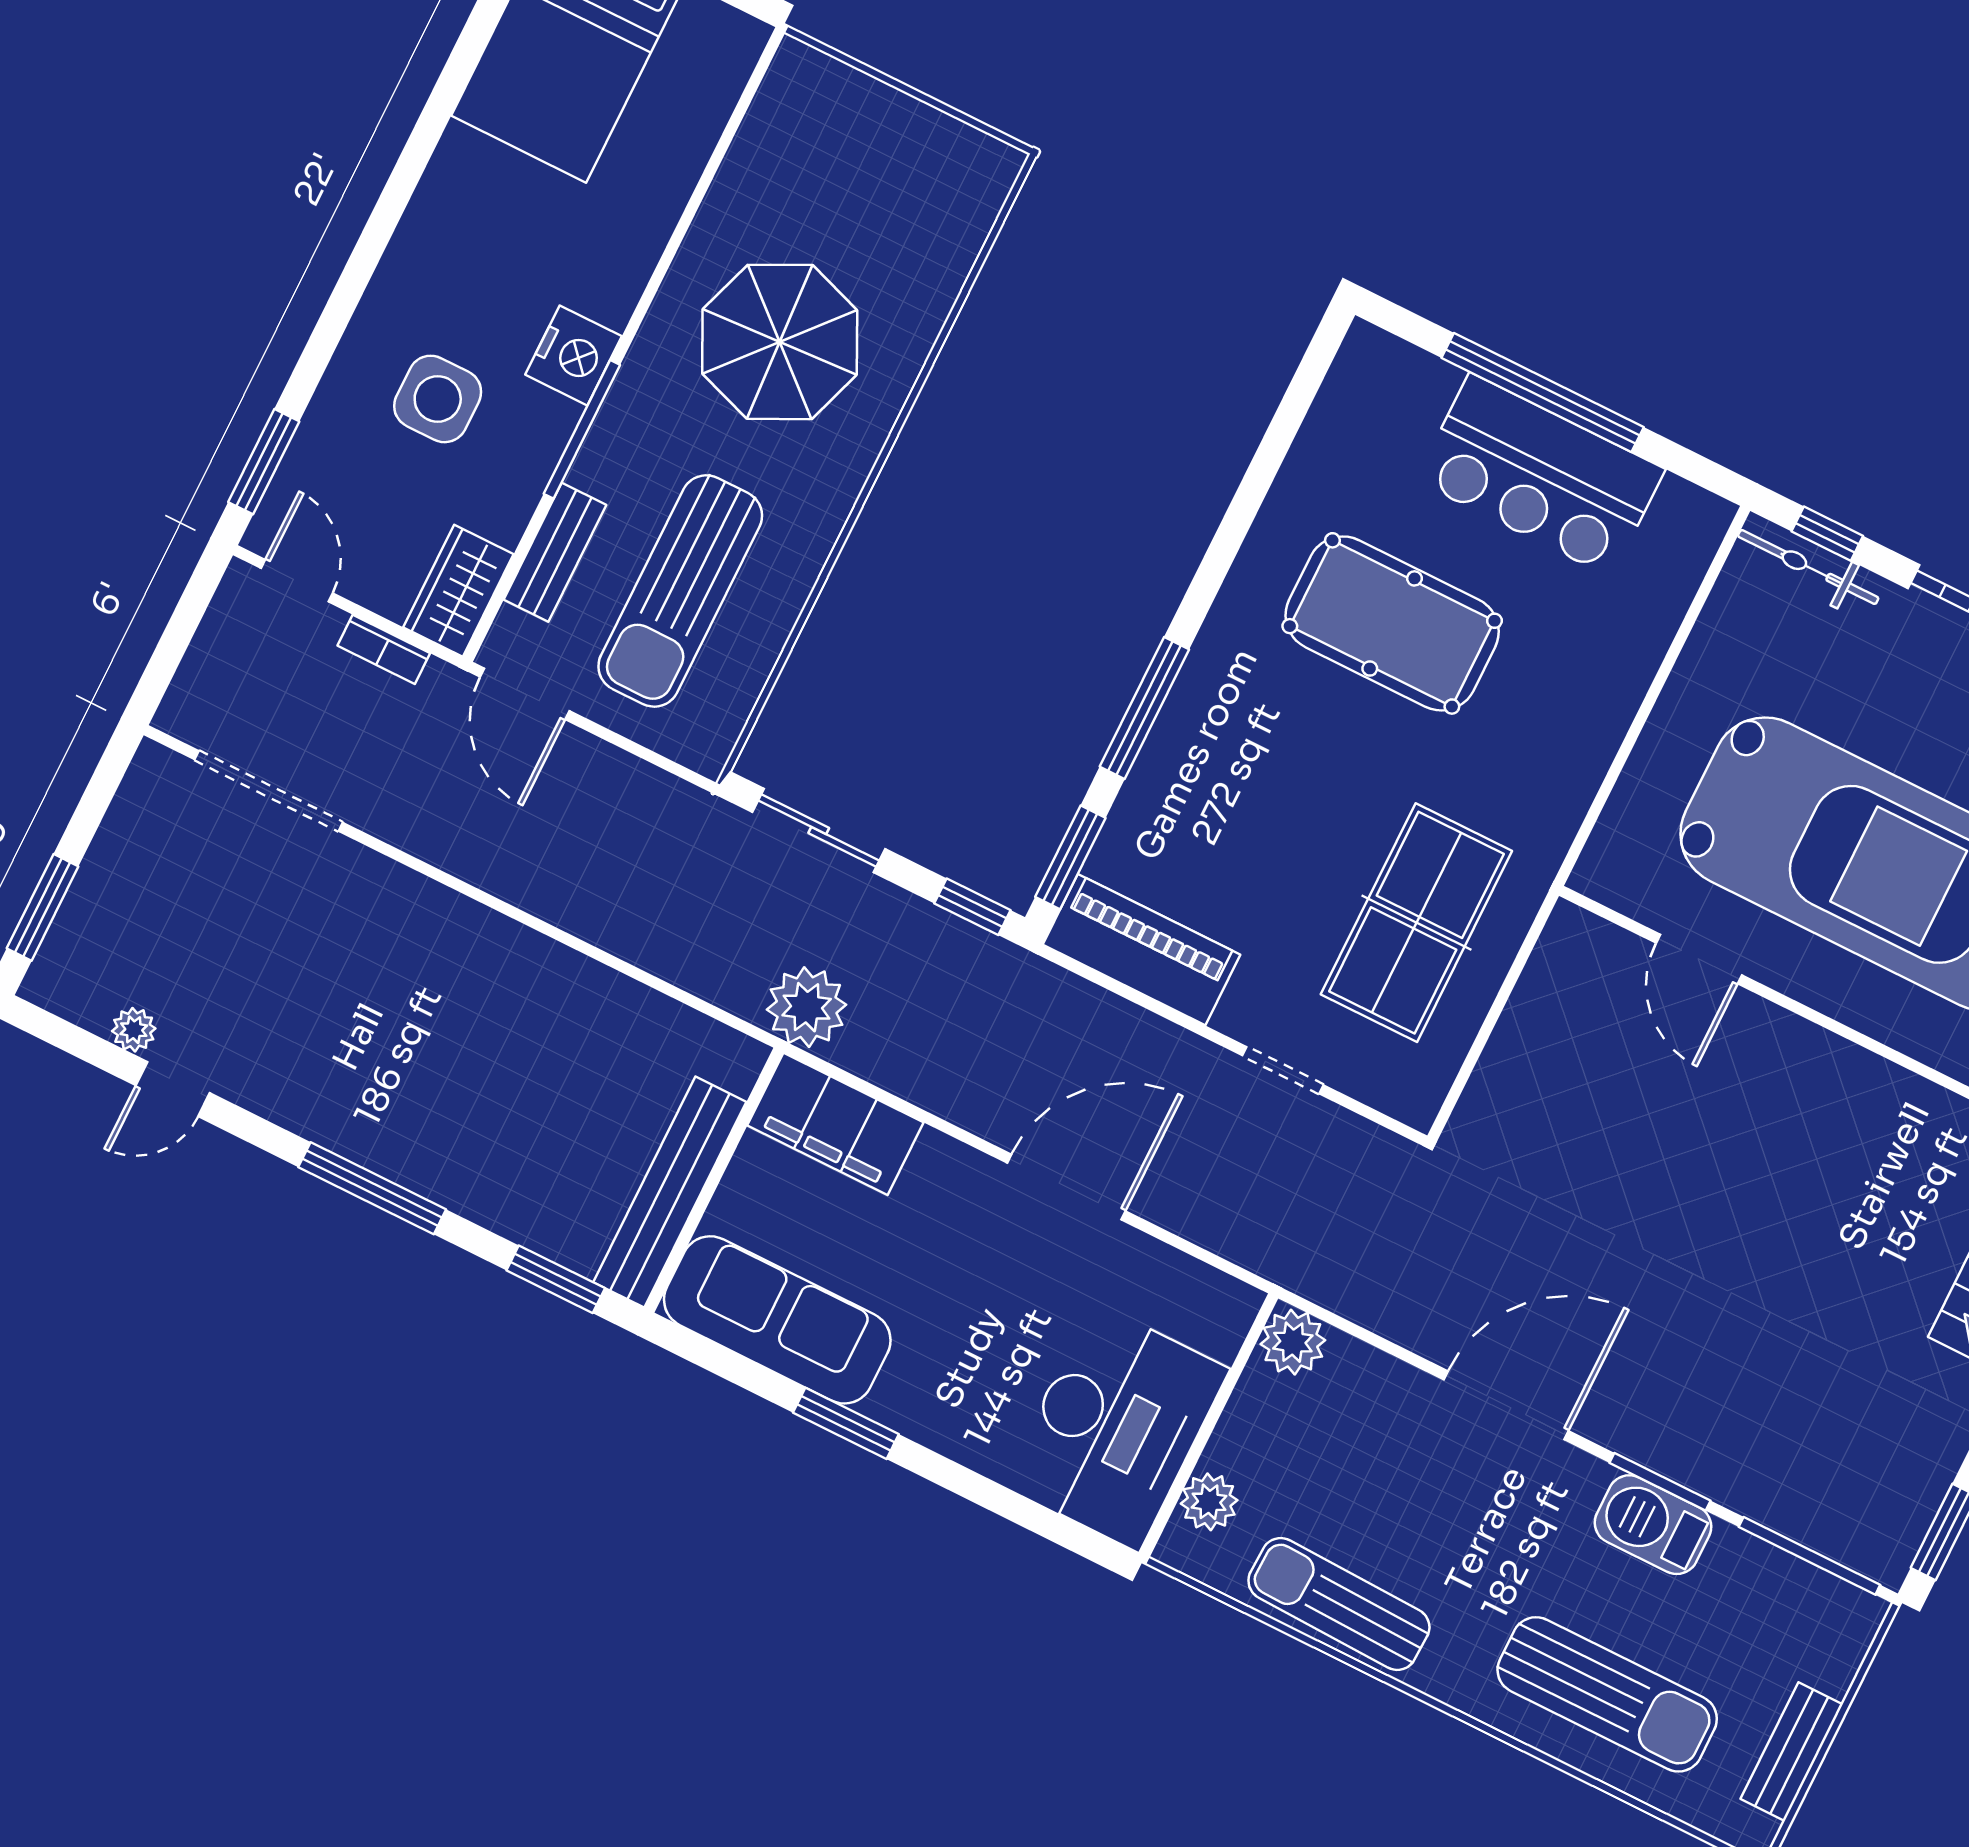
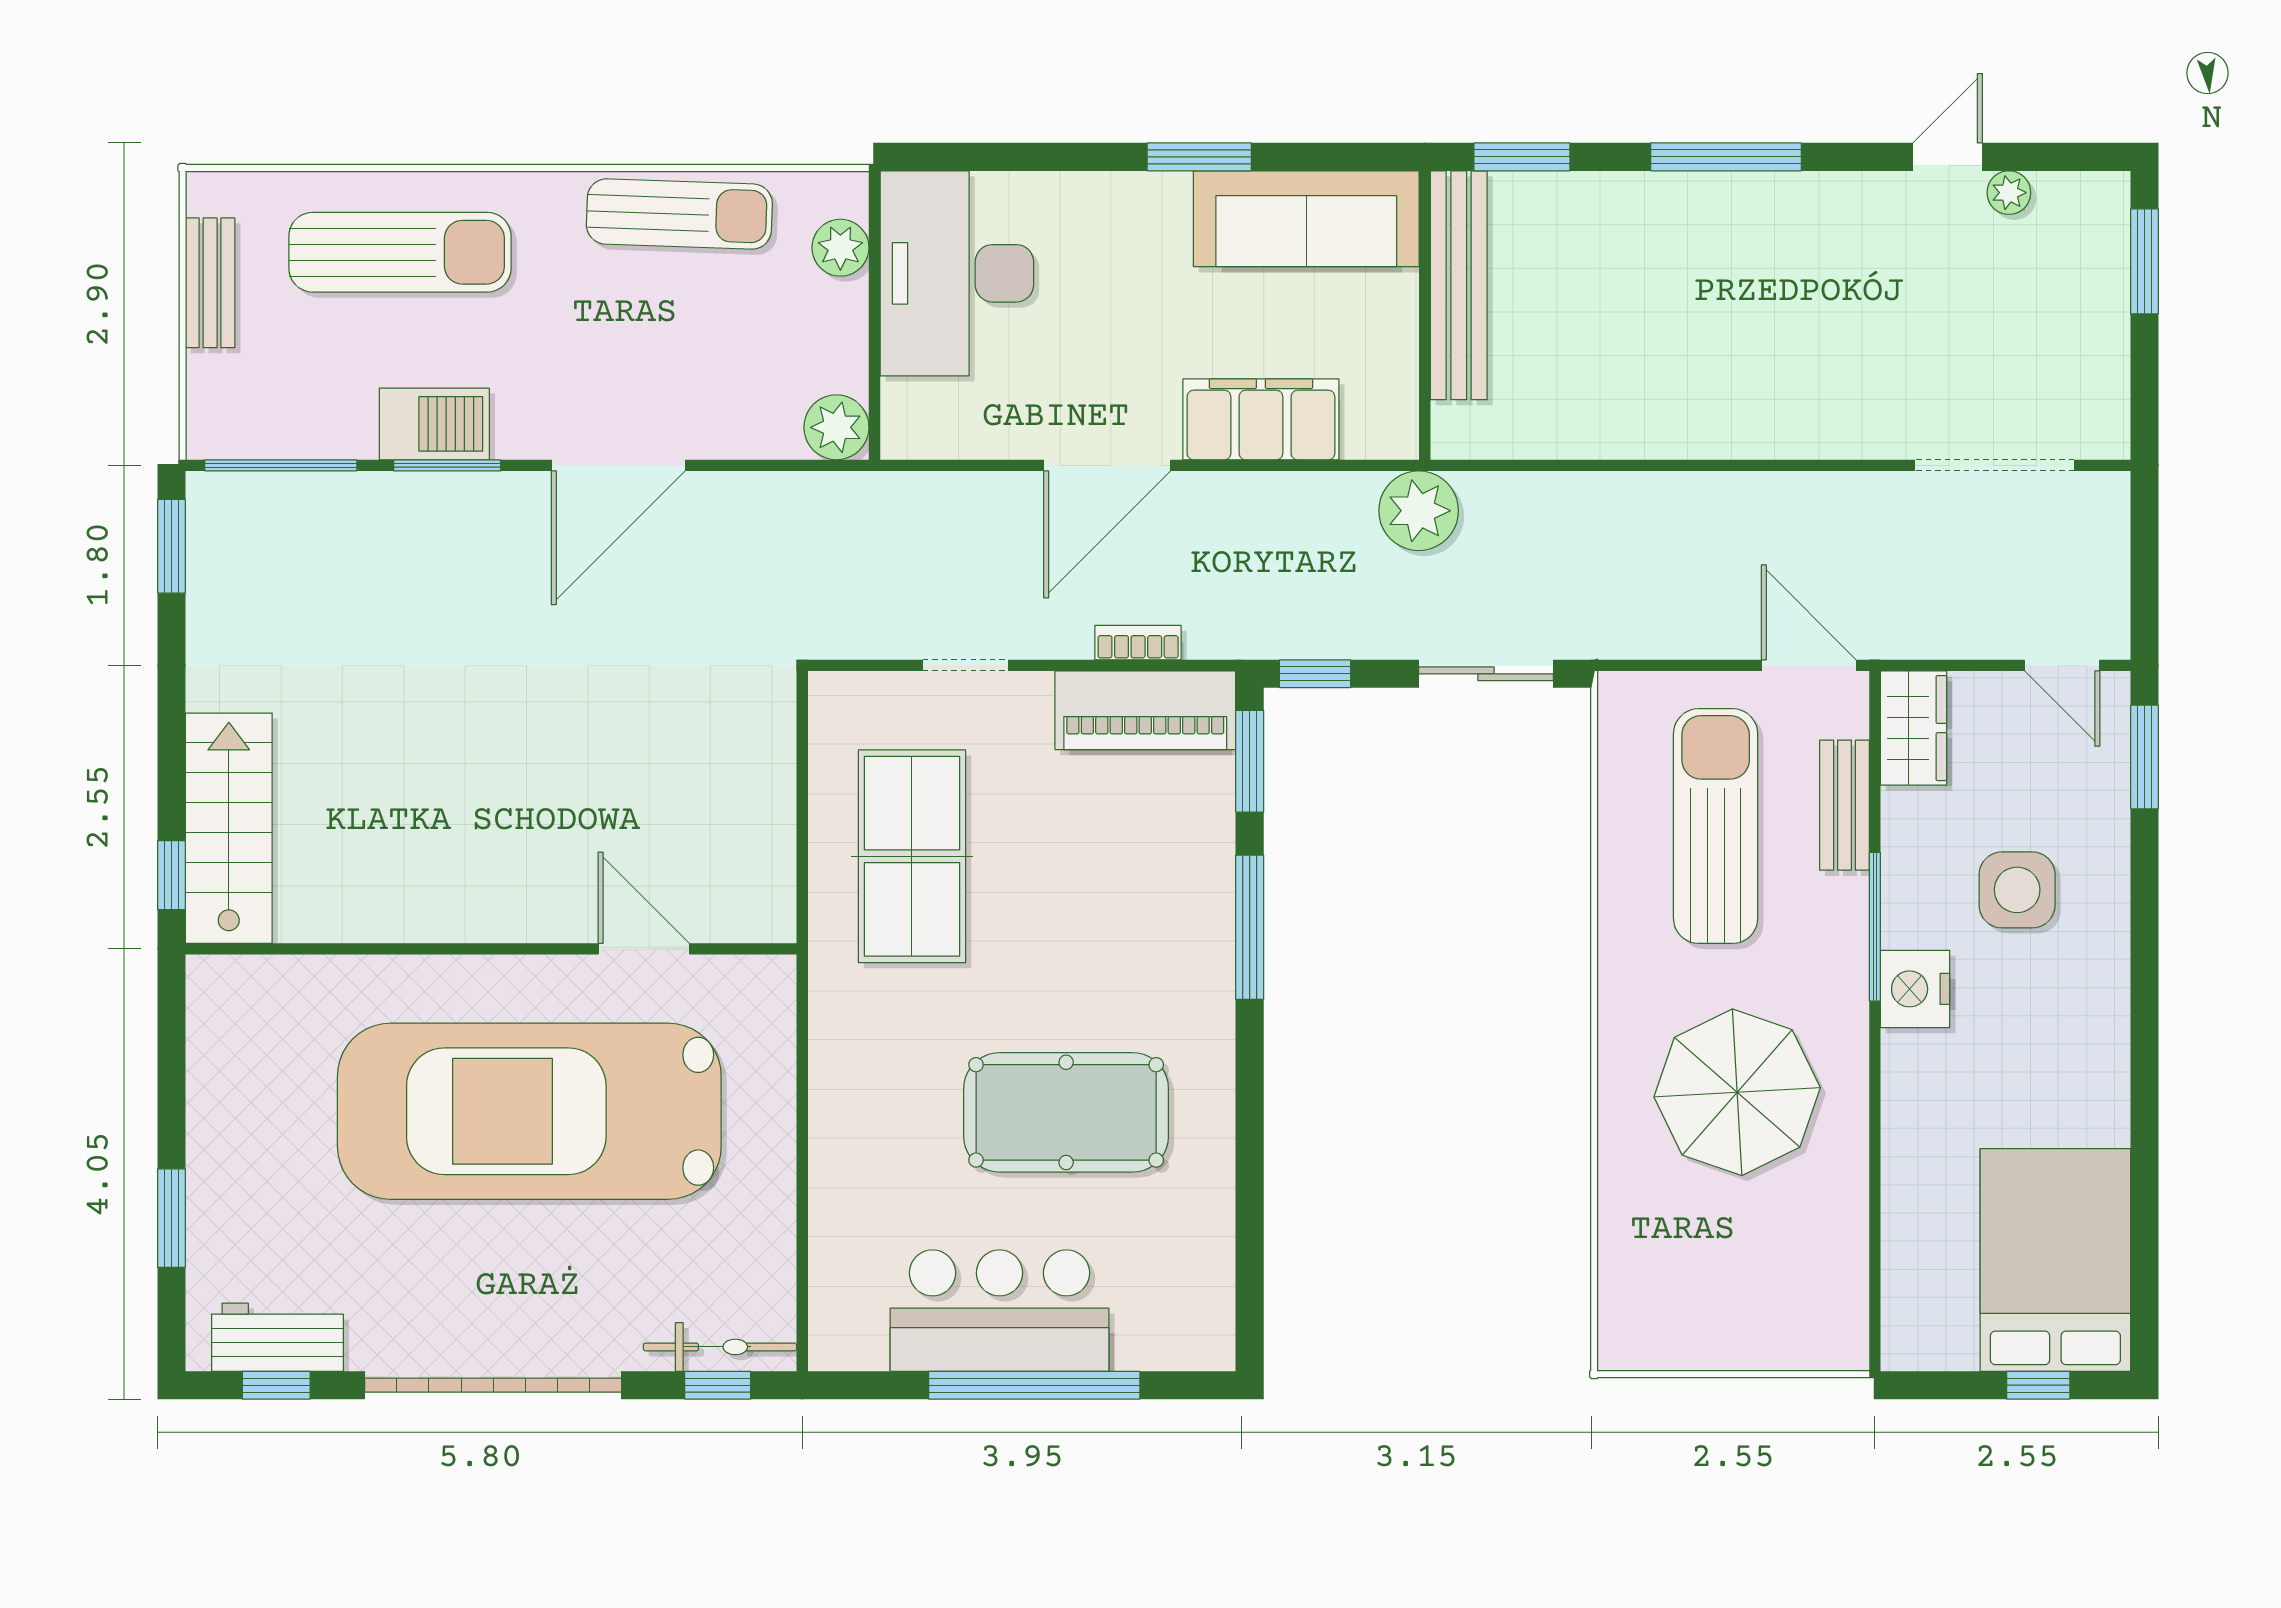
bookcase: (384, 649) -> (1138, 643), moved
filing cabinet: (835, 1124) -> (1261, 419), moved
sun lounger: (1607, 1694) -> (400, 252), turned 180

